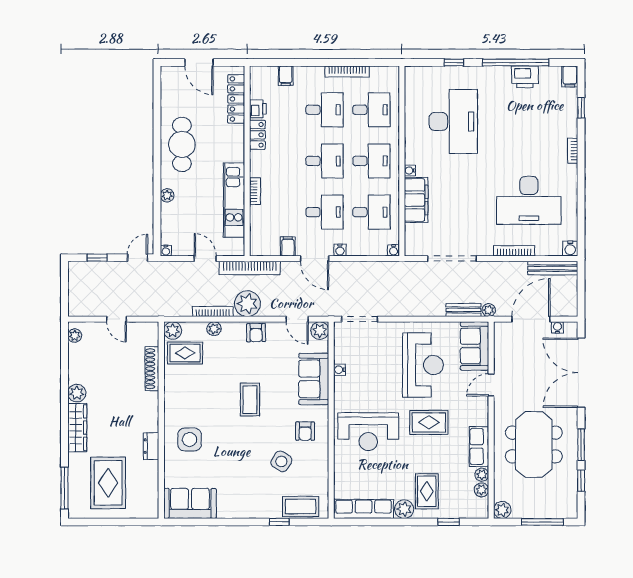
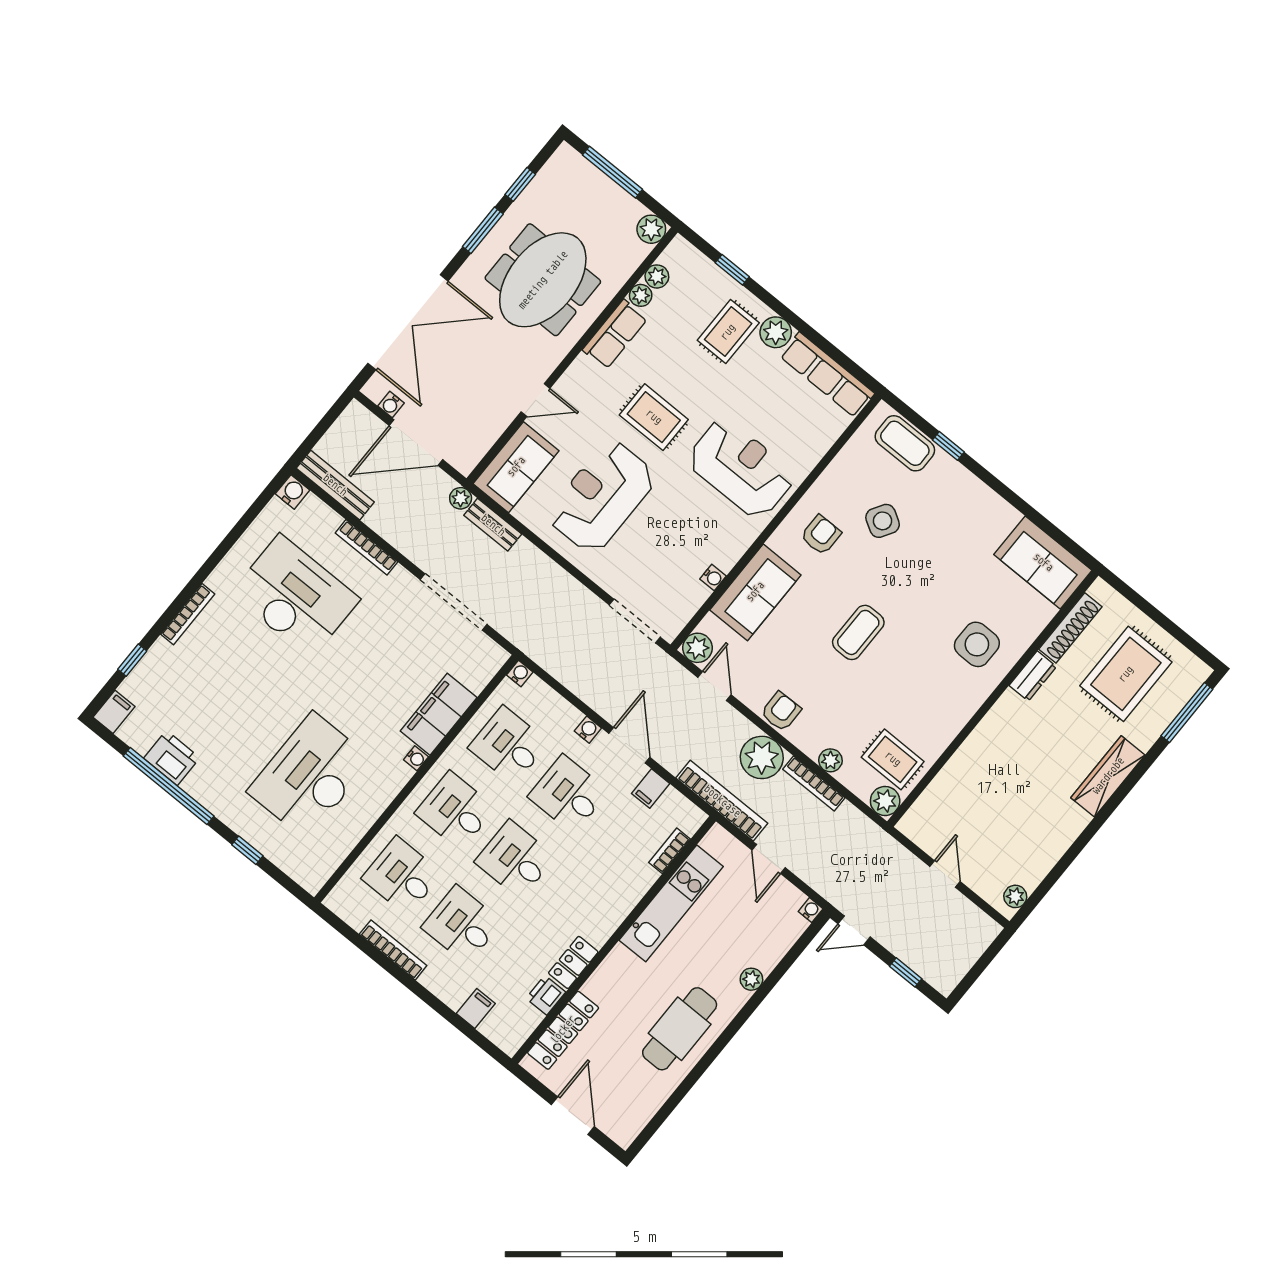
bookcase: (573, 151) -> (188, 614), width x1.56
bookcase: (255, 191) -> (670, 851), moved
shoe rack: (152, 369) -> (1070, 628), moved
plant: (77, 393) -> (1072, 821), removed

